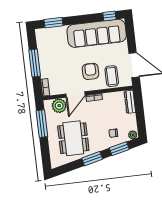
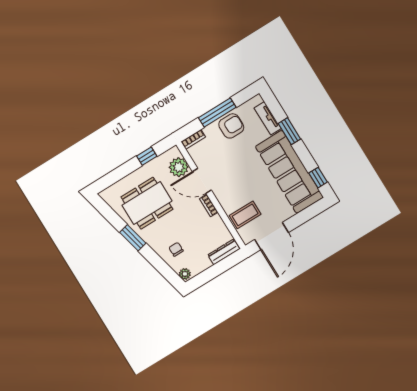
window: (54, 23) -> (289, 131), moved
tv unit: (54, 31) -> (268, 118), added
armchair: (91, 71) -> (231, 126), moved
window: (42, 124) -> (147, 156), width x0.46
window: (119, 149) -> (160, 265), removed

